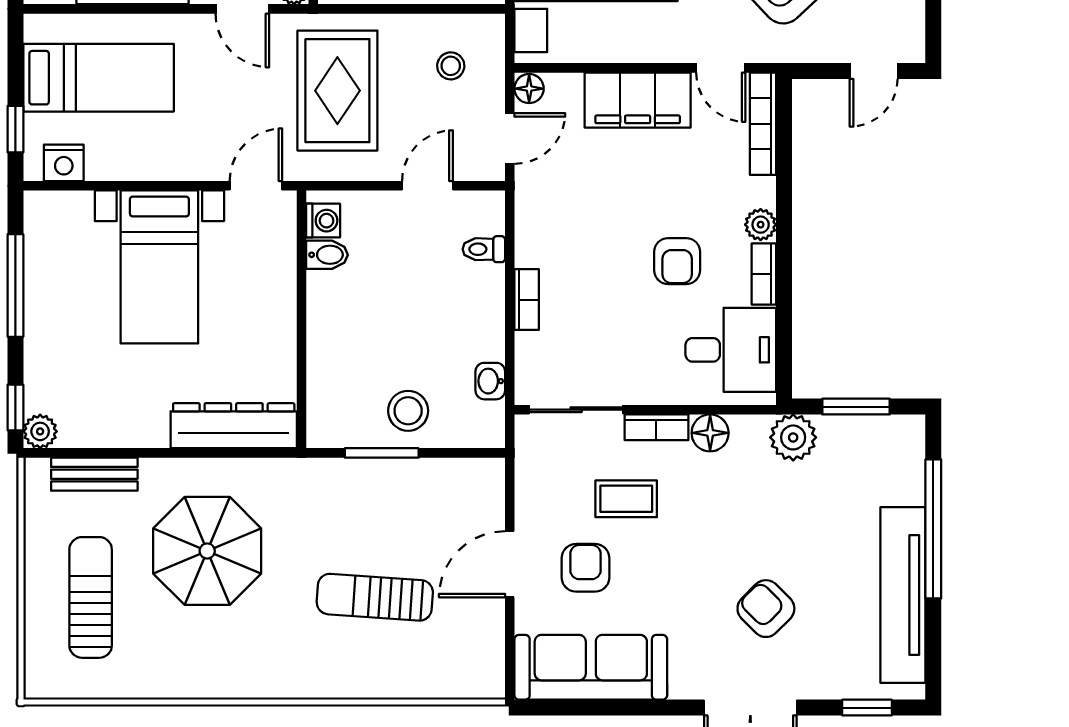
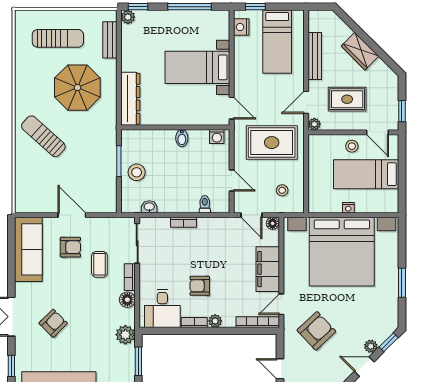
bidet: (327, 255) -> (182, 138), moved
sun lounger: (375, 597) -> (43, 136), moved, turned -52

